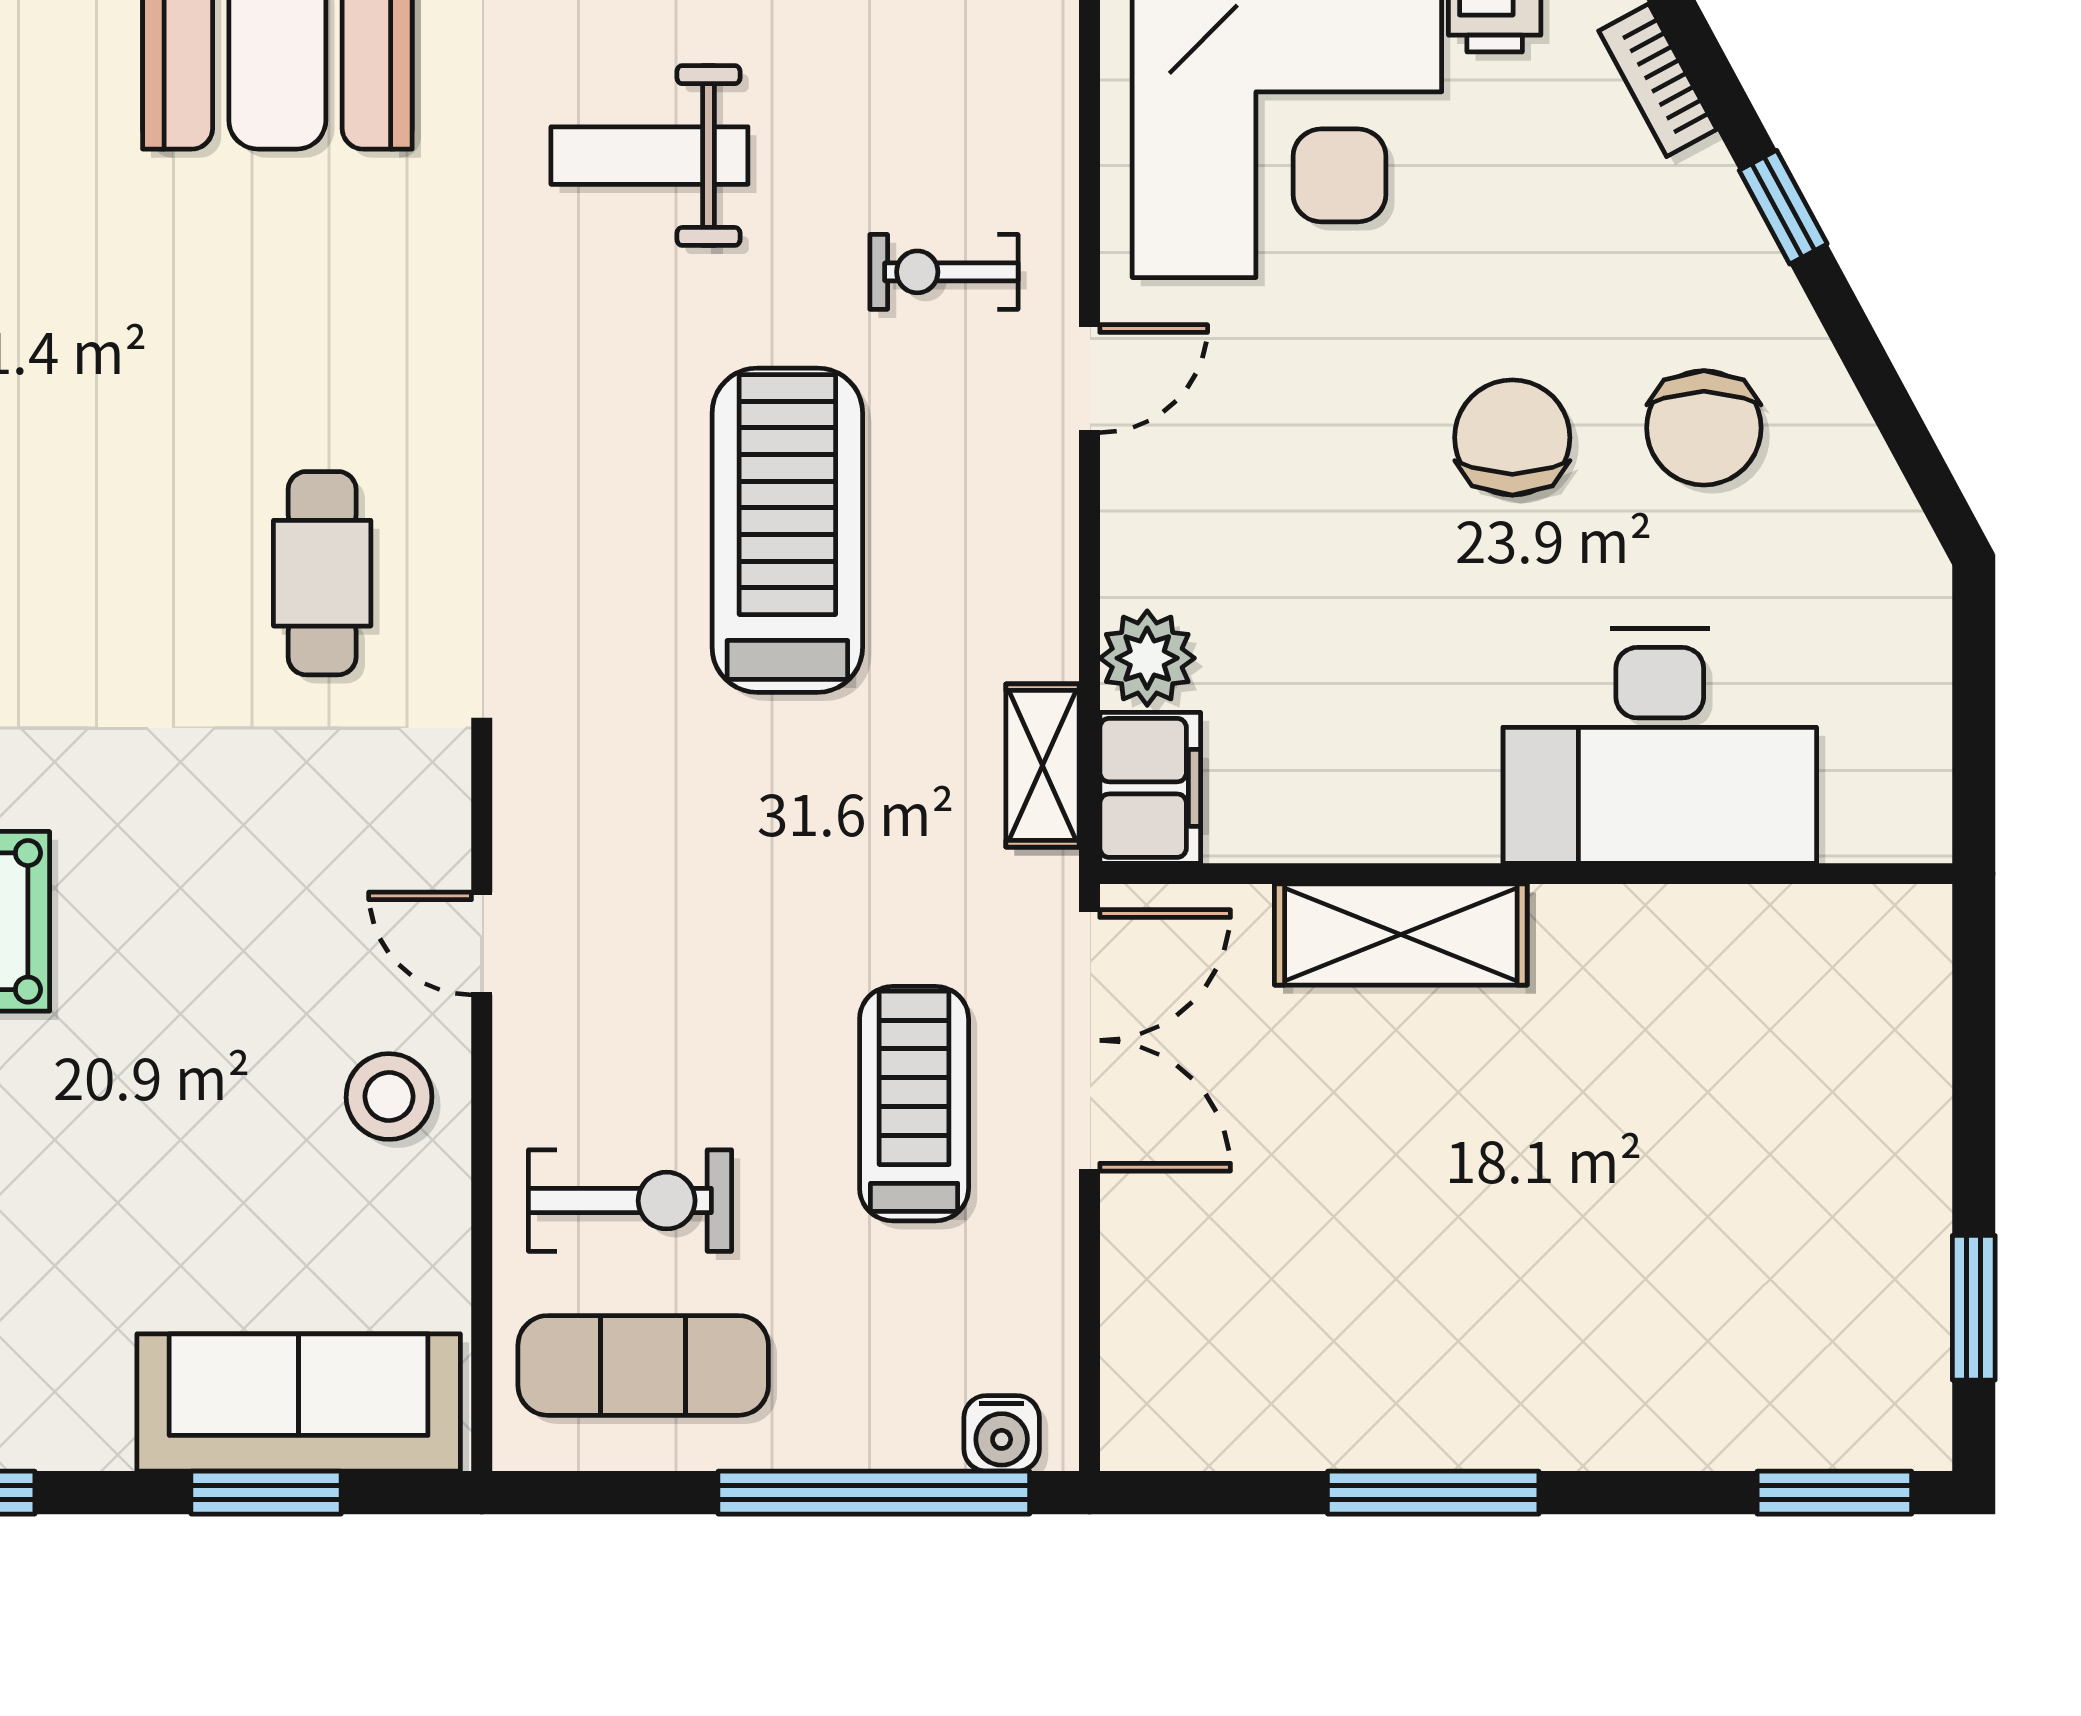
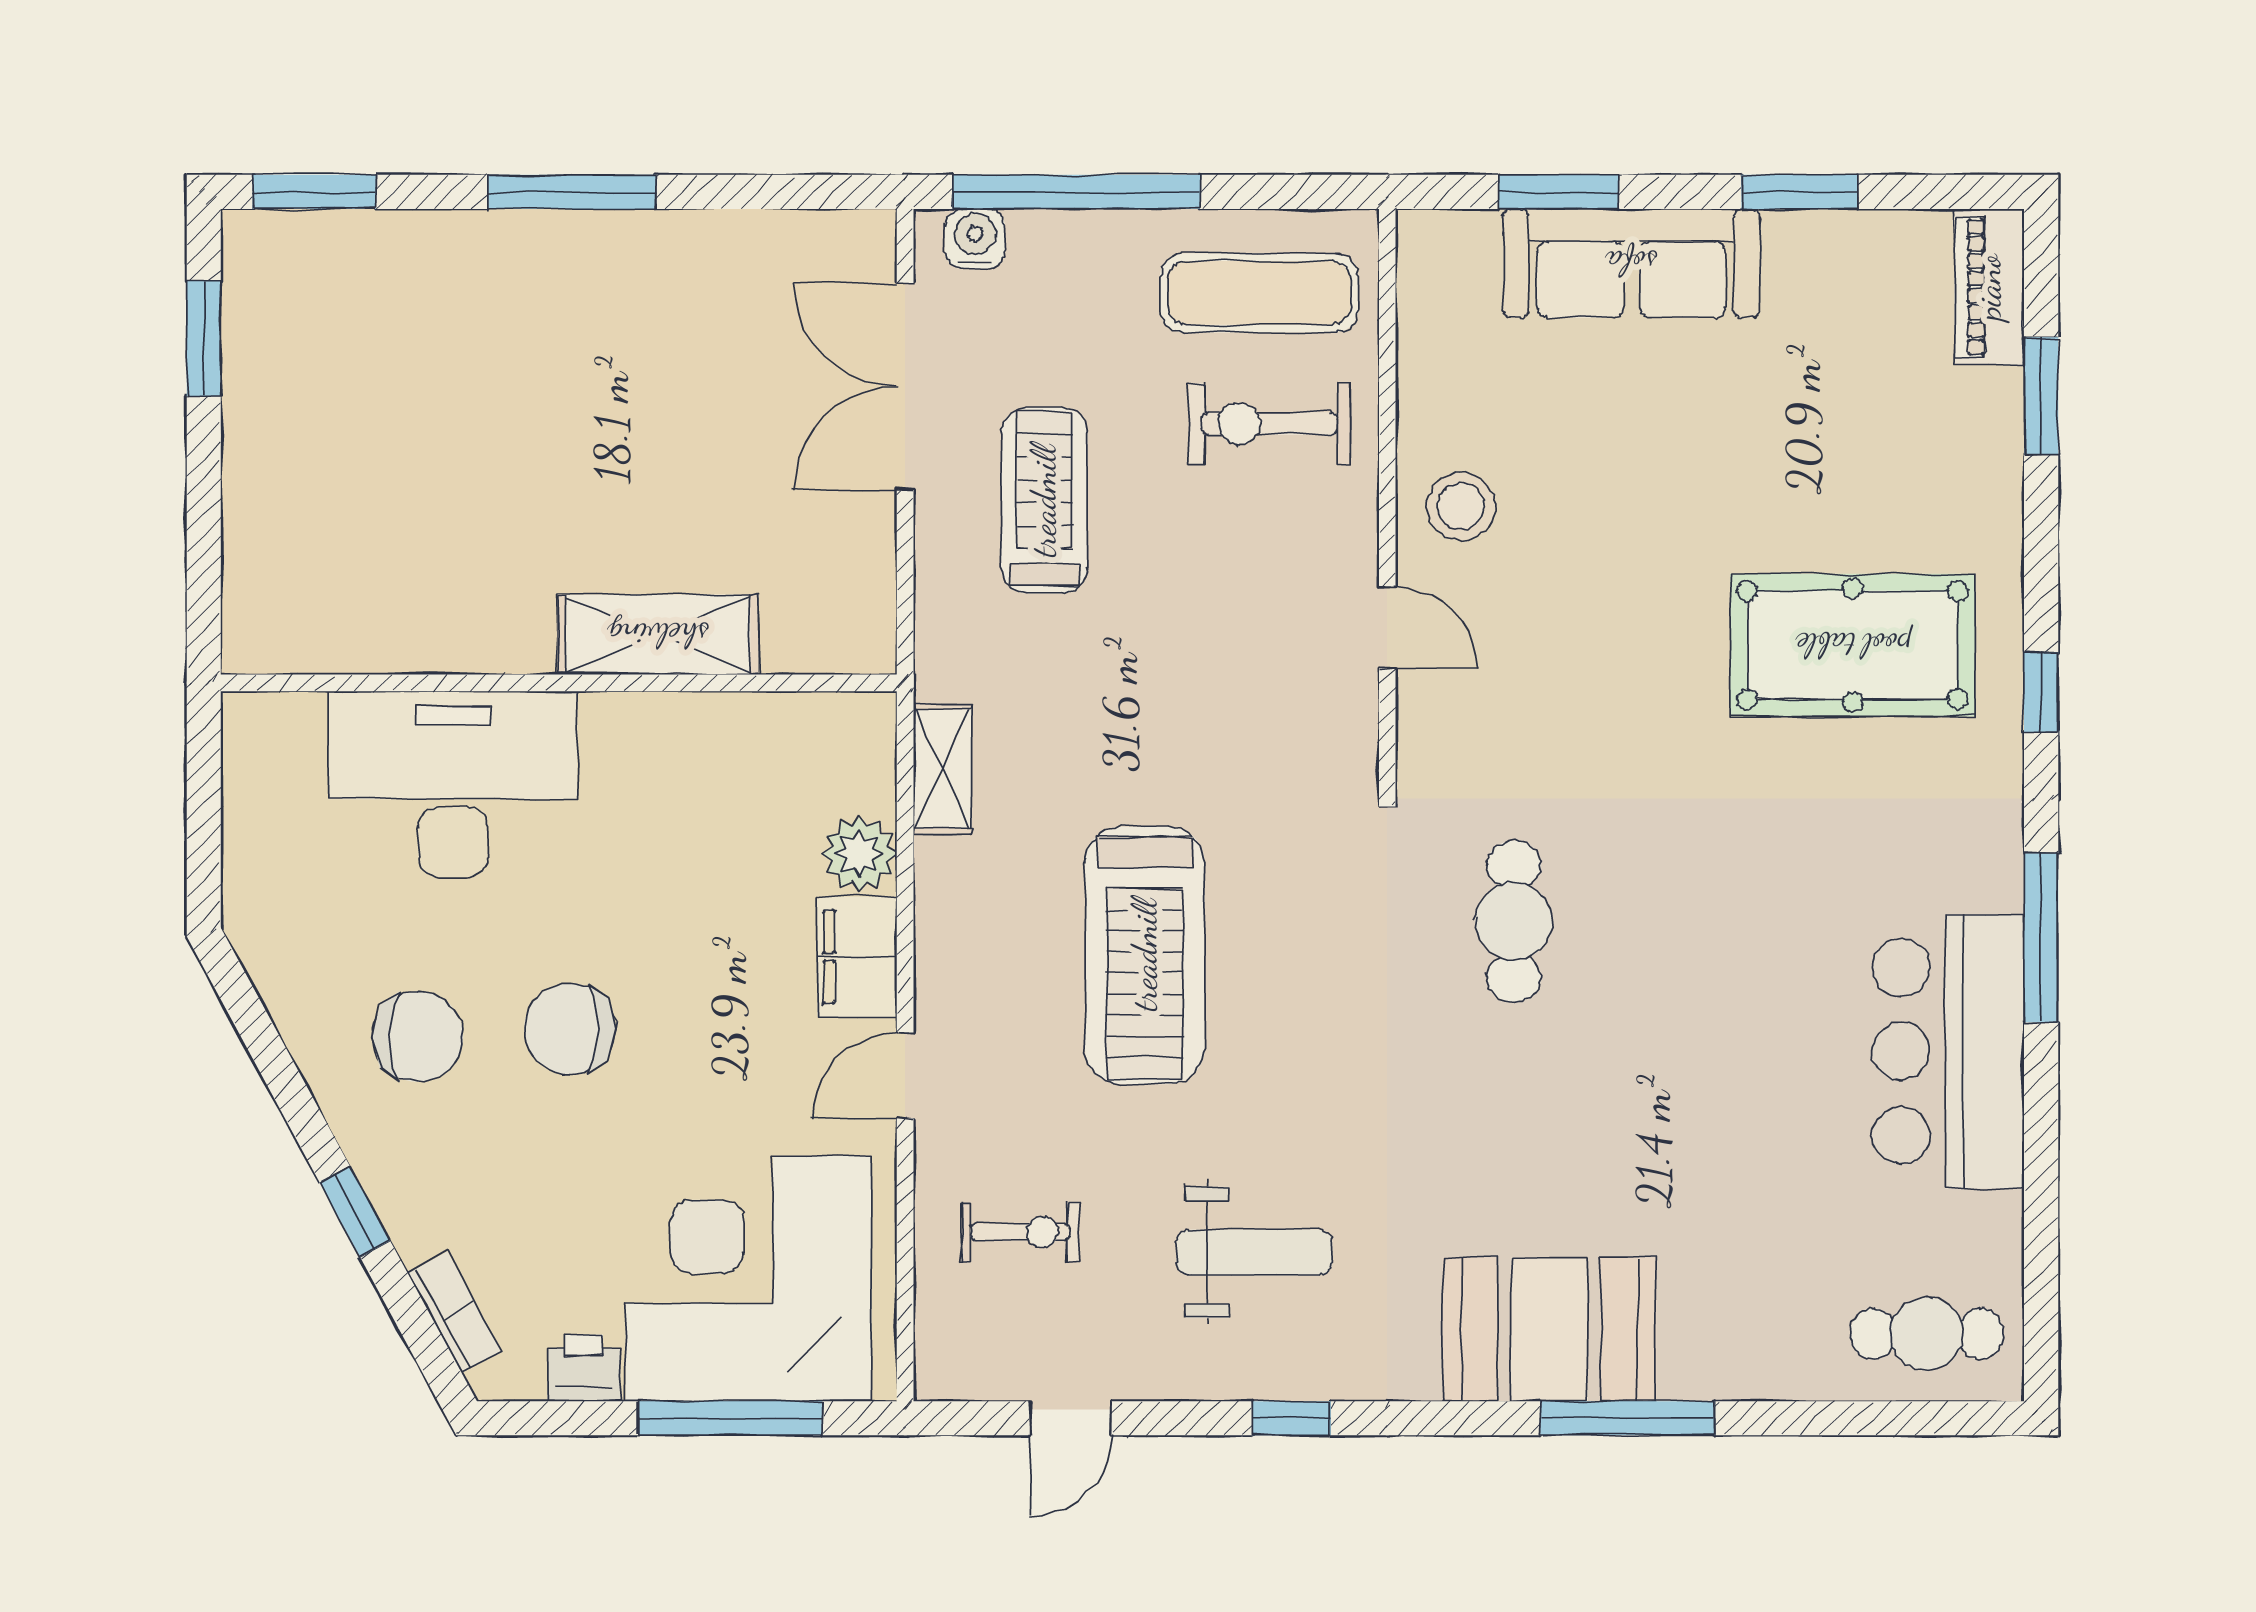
exercise bike: (944, 272) -> (1020, 1232), moved
chair: (1704, 428) -> (418, 1037), turned 90
chair: (1512, 437) -> (570, 1029), turned 90
filing cabinet: (1150, 788) -> (857, 957), moved
double door: (1090, 1040) -> (905, 387), moved
treadmill: (914, 1104) -> (1044, 501), turned 180
sofa: (299, 1402) -> (1631, 263), moved
window: (1433, 1493) -> (572, 192), moved

